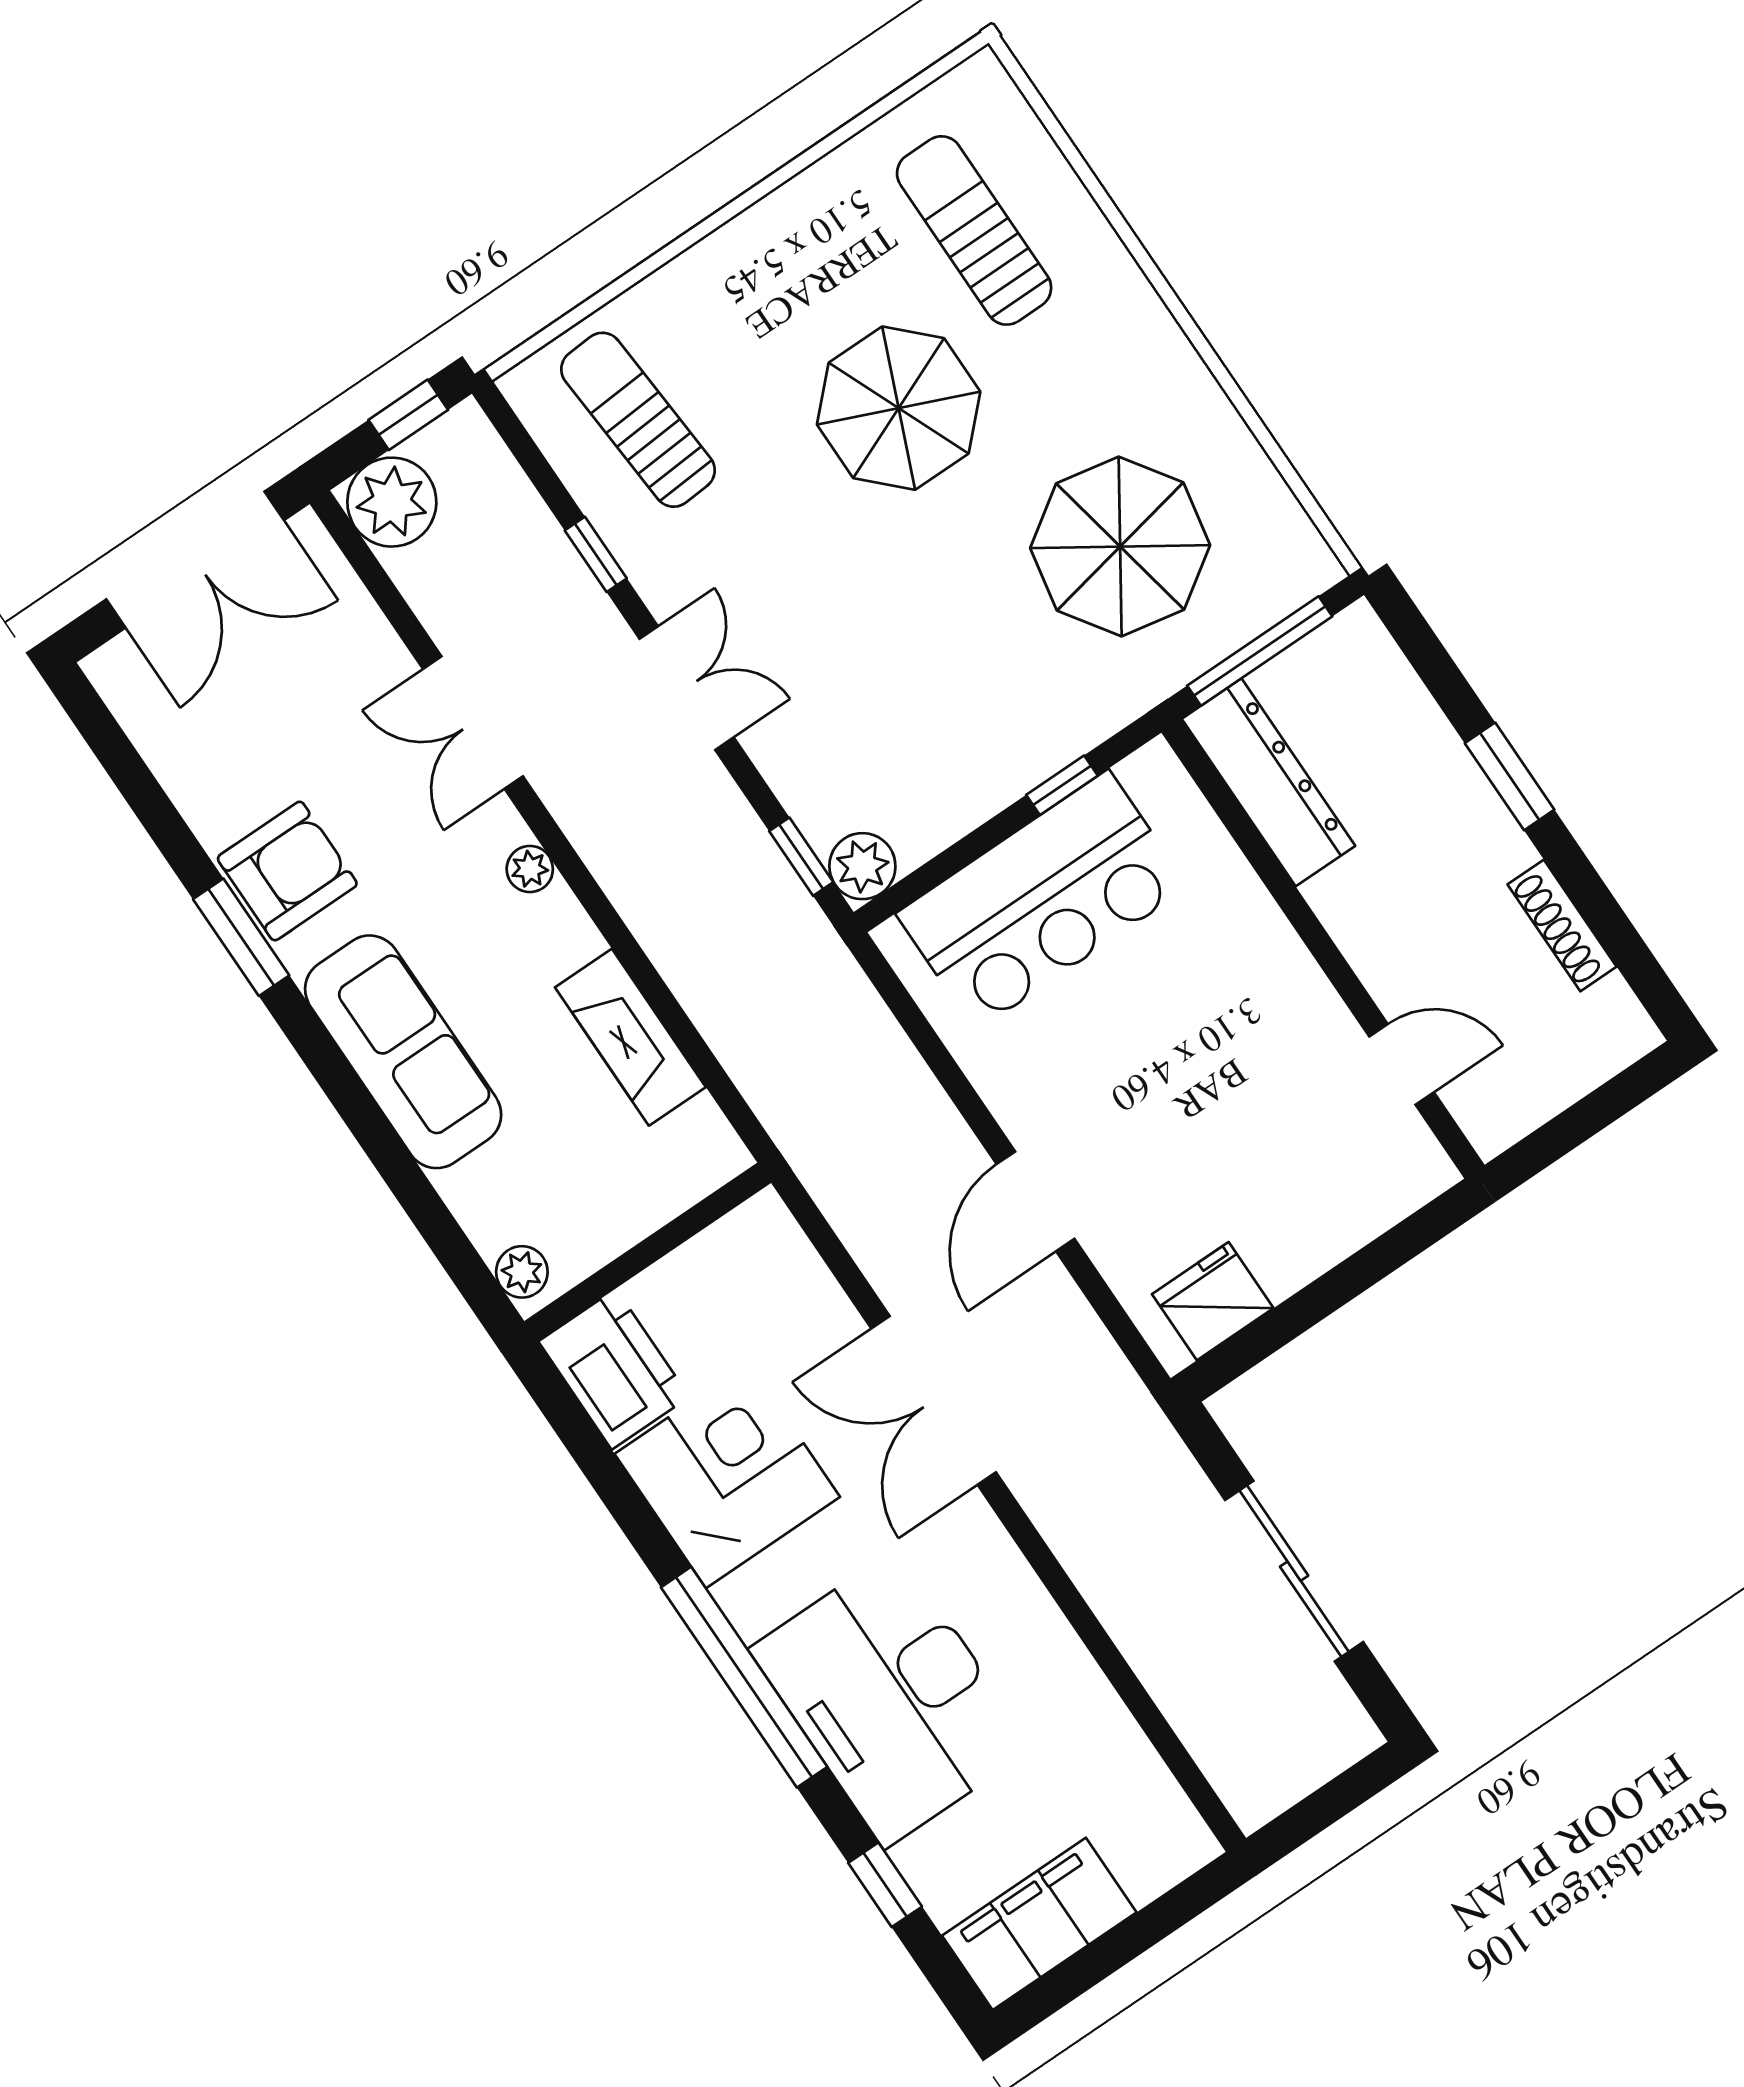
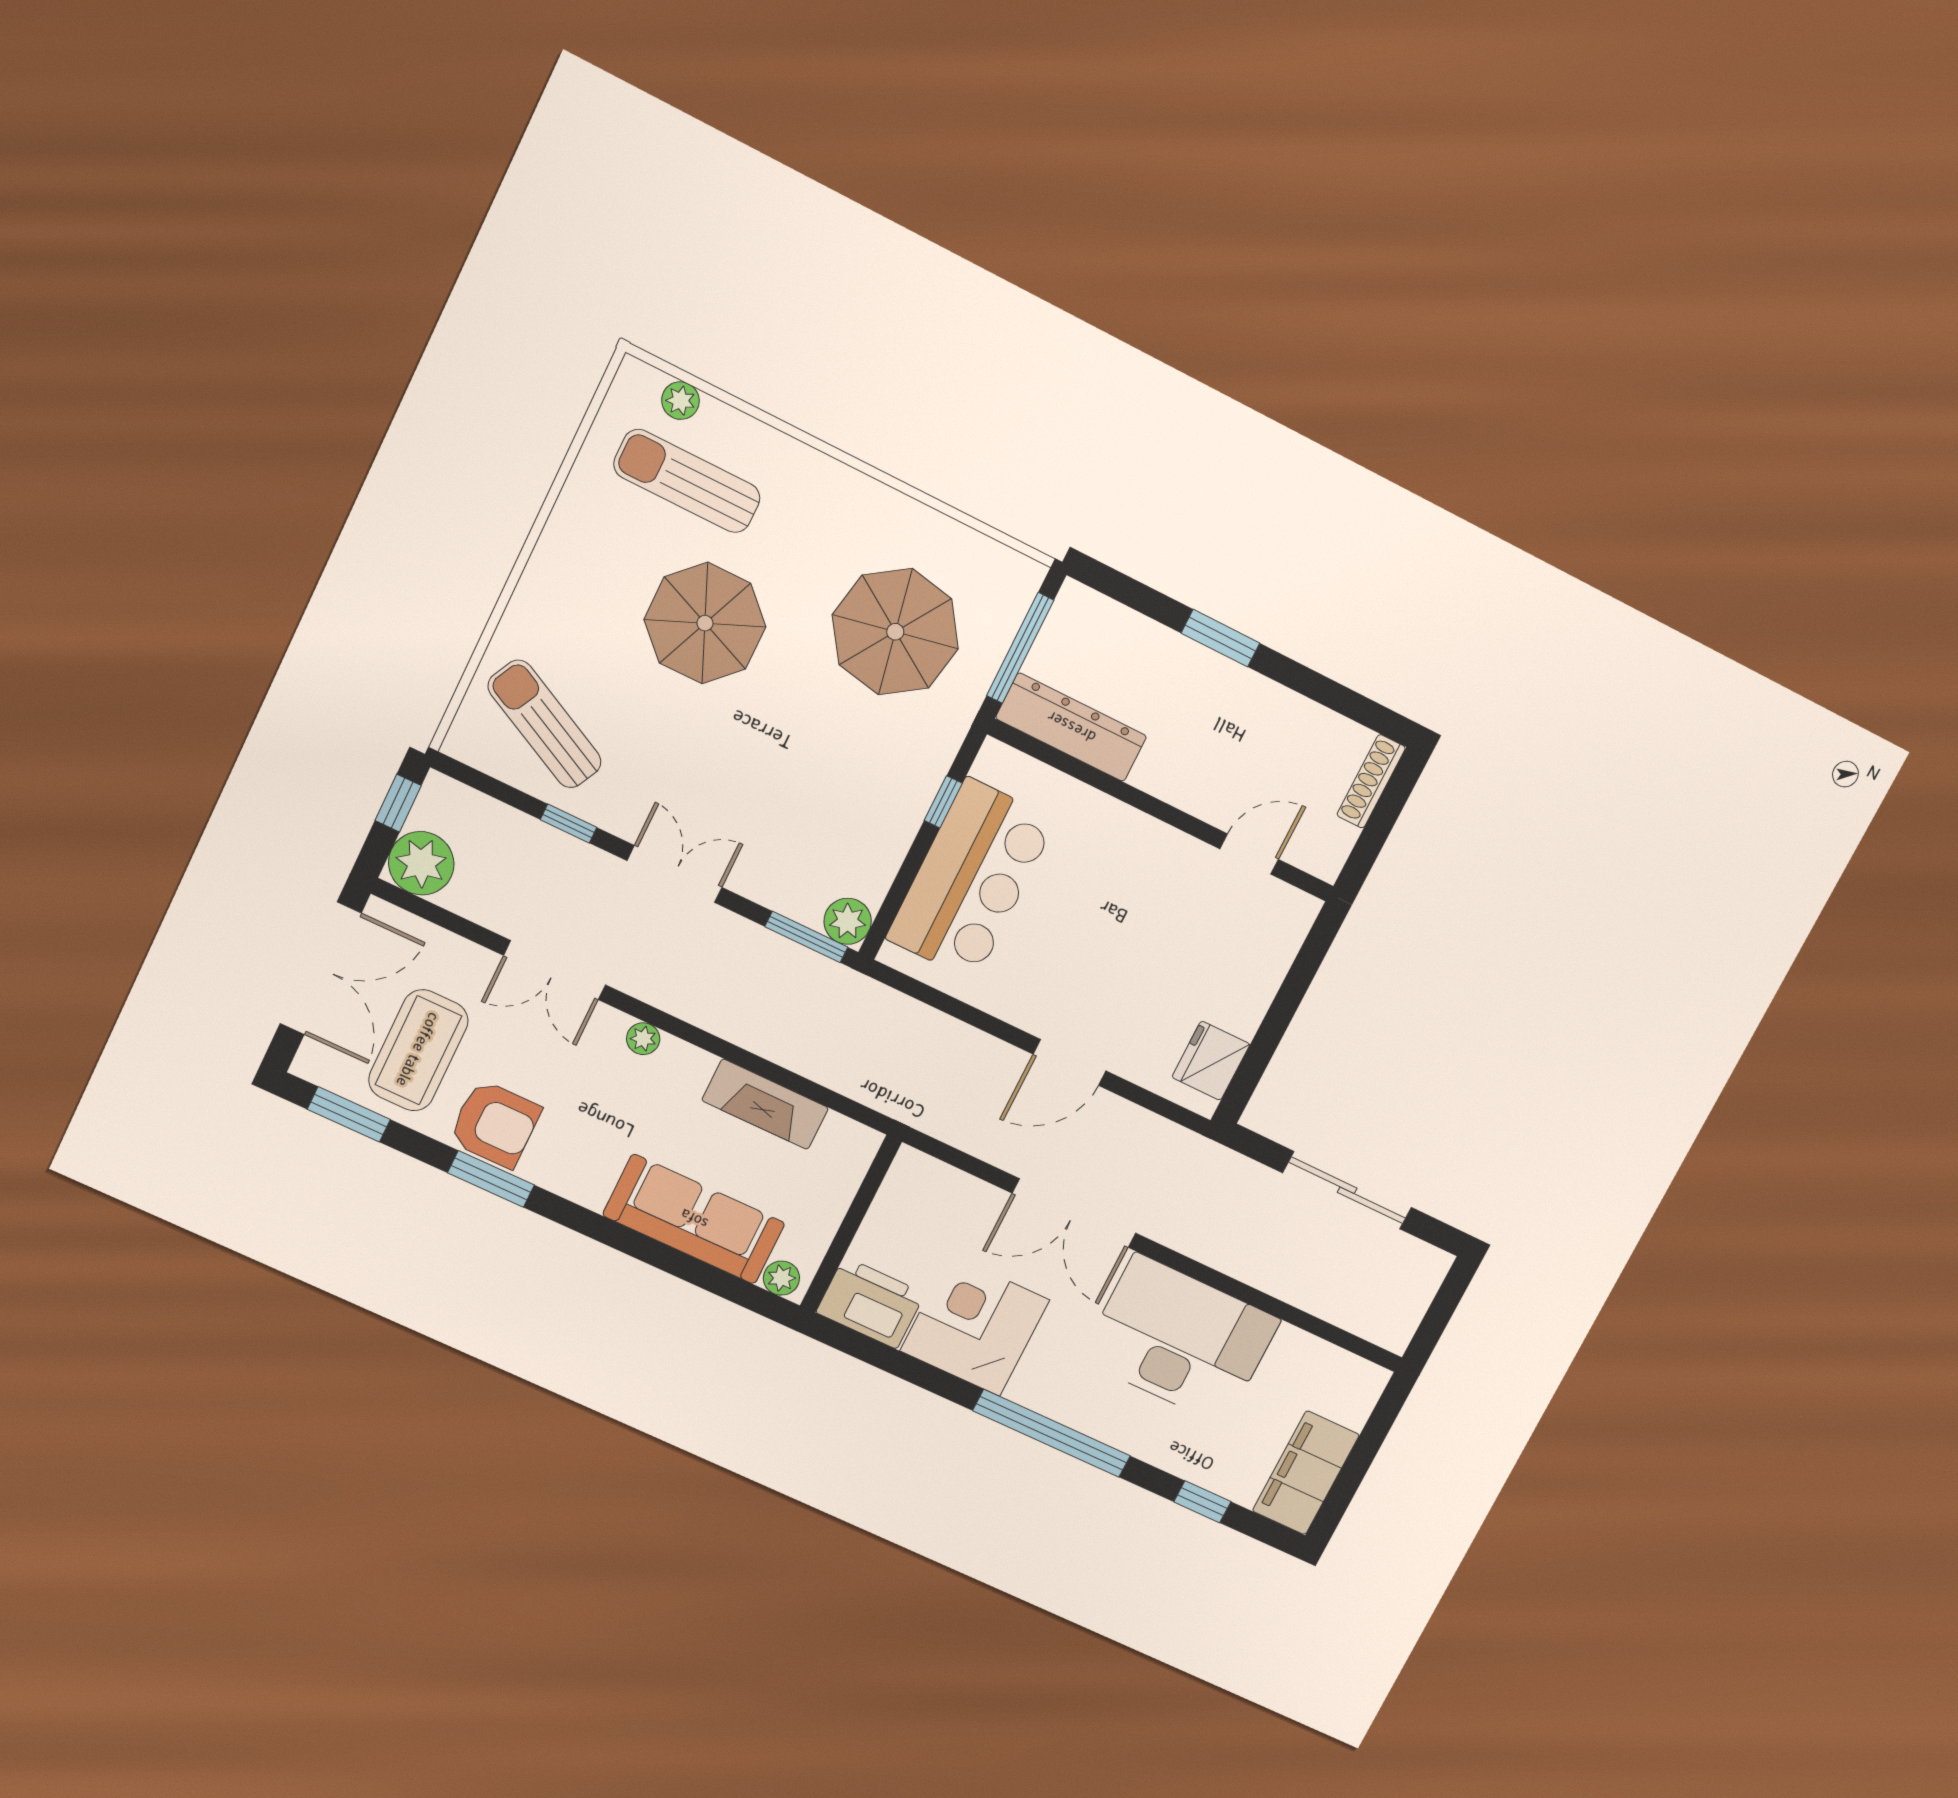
plant: (1020, 134) -> (680, 401), added
sun lounger: (638, 420) -> (545, 724), turned 31
coffee table: (250, 727) -> (418, 1050), added
window: (119, 757) -> (349, 1114), added
window: (801, 857) -> (806, 937), width x1.50
armchair: (287, 871) -> (495, 1124), turned 90
shoe rack: (1562, 925) -> (1371, 781), moved, turned 90
sofa: (403, 1052) -> (694, 1219), moved
door: (1036, 1201) -> (1070, 1062), hinge flipped
desk: (891, 1698) -> (1180, 1339), moved, turned 180

